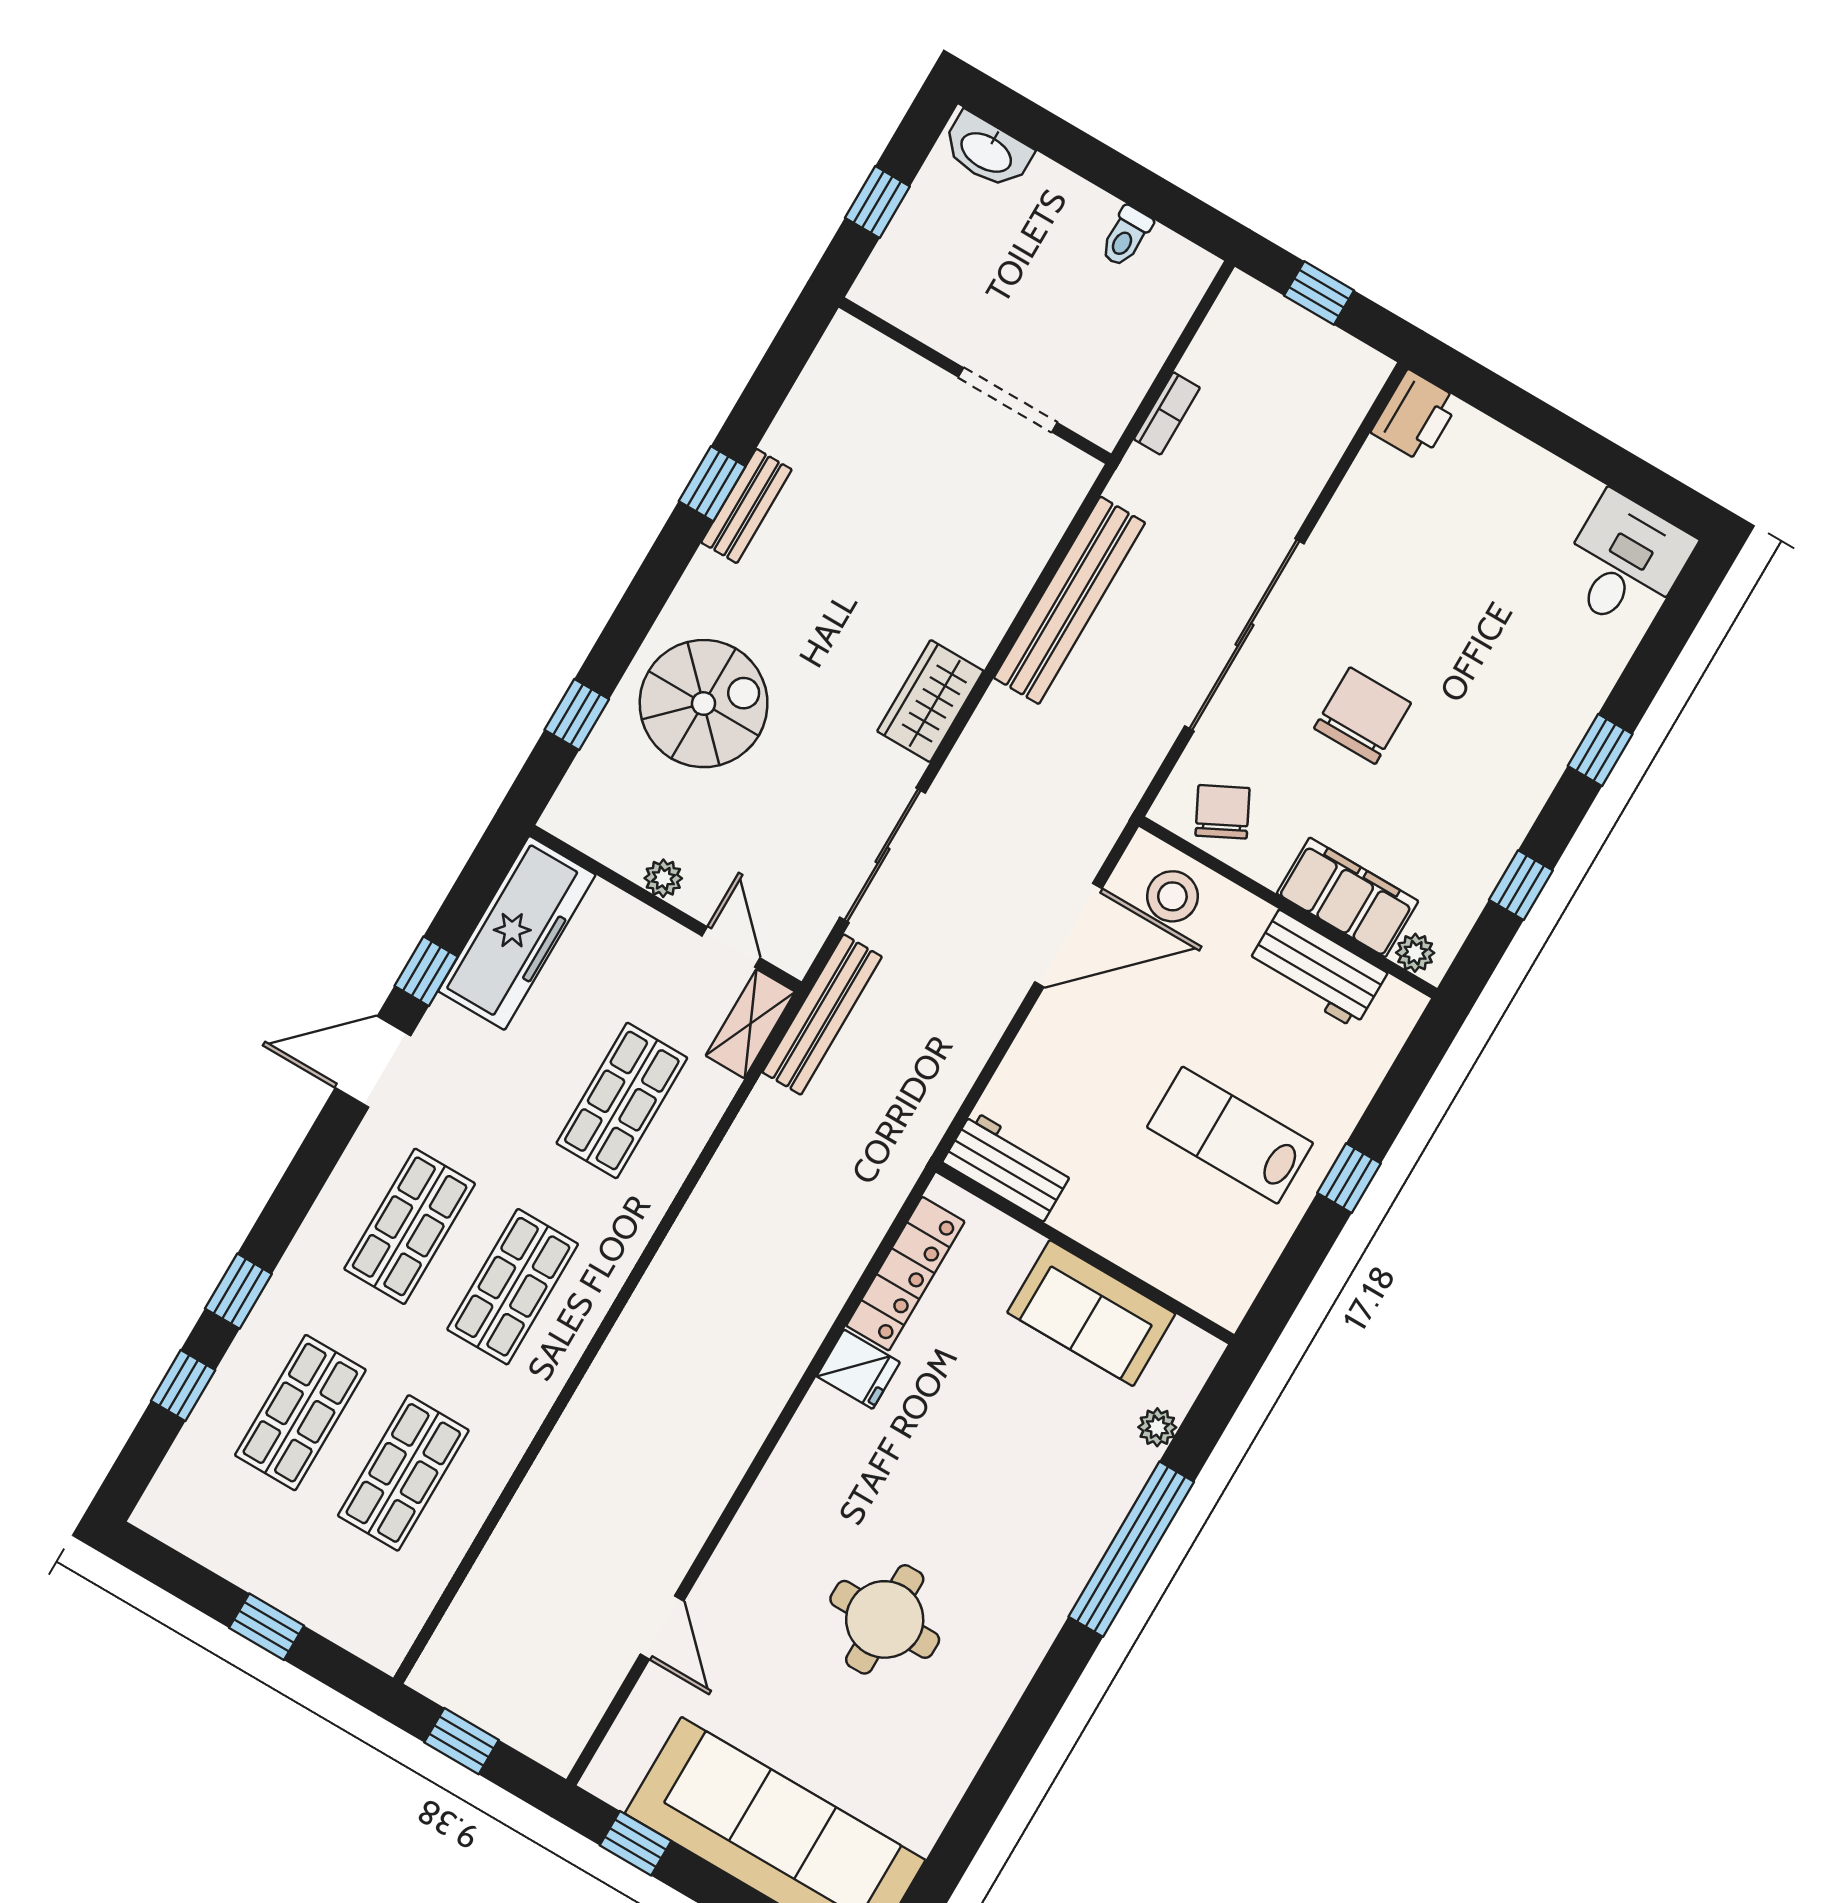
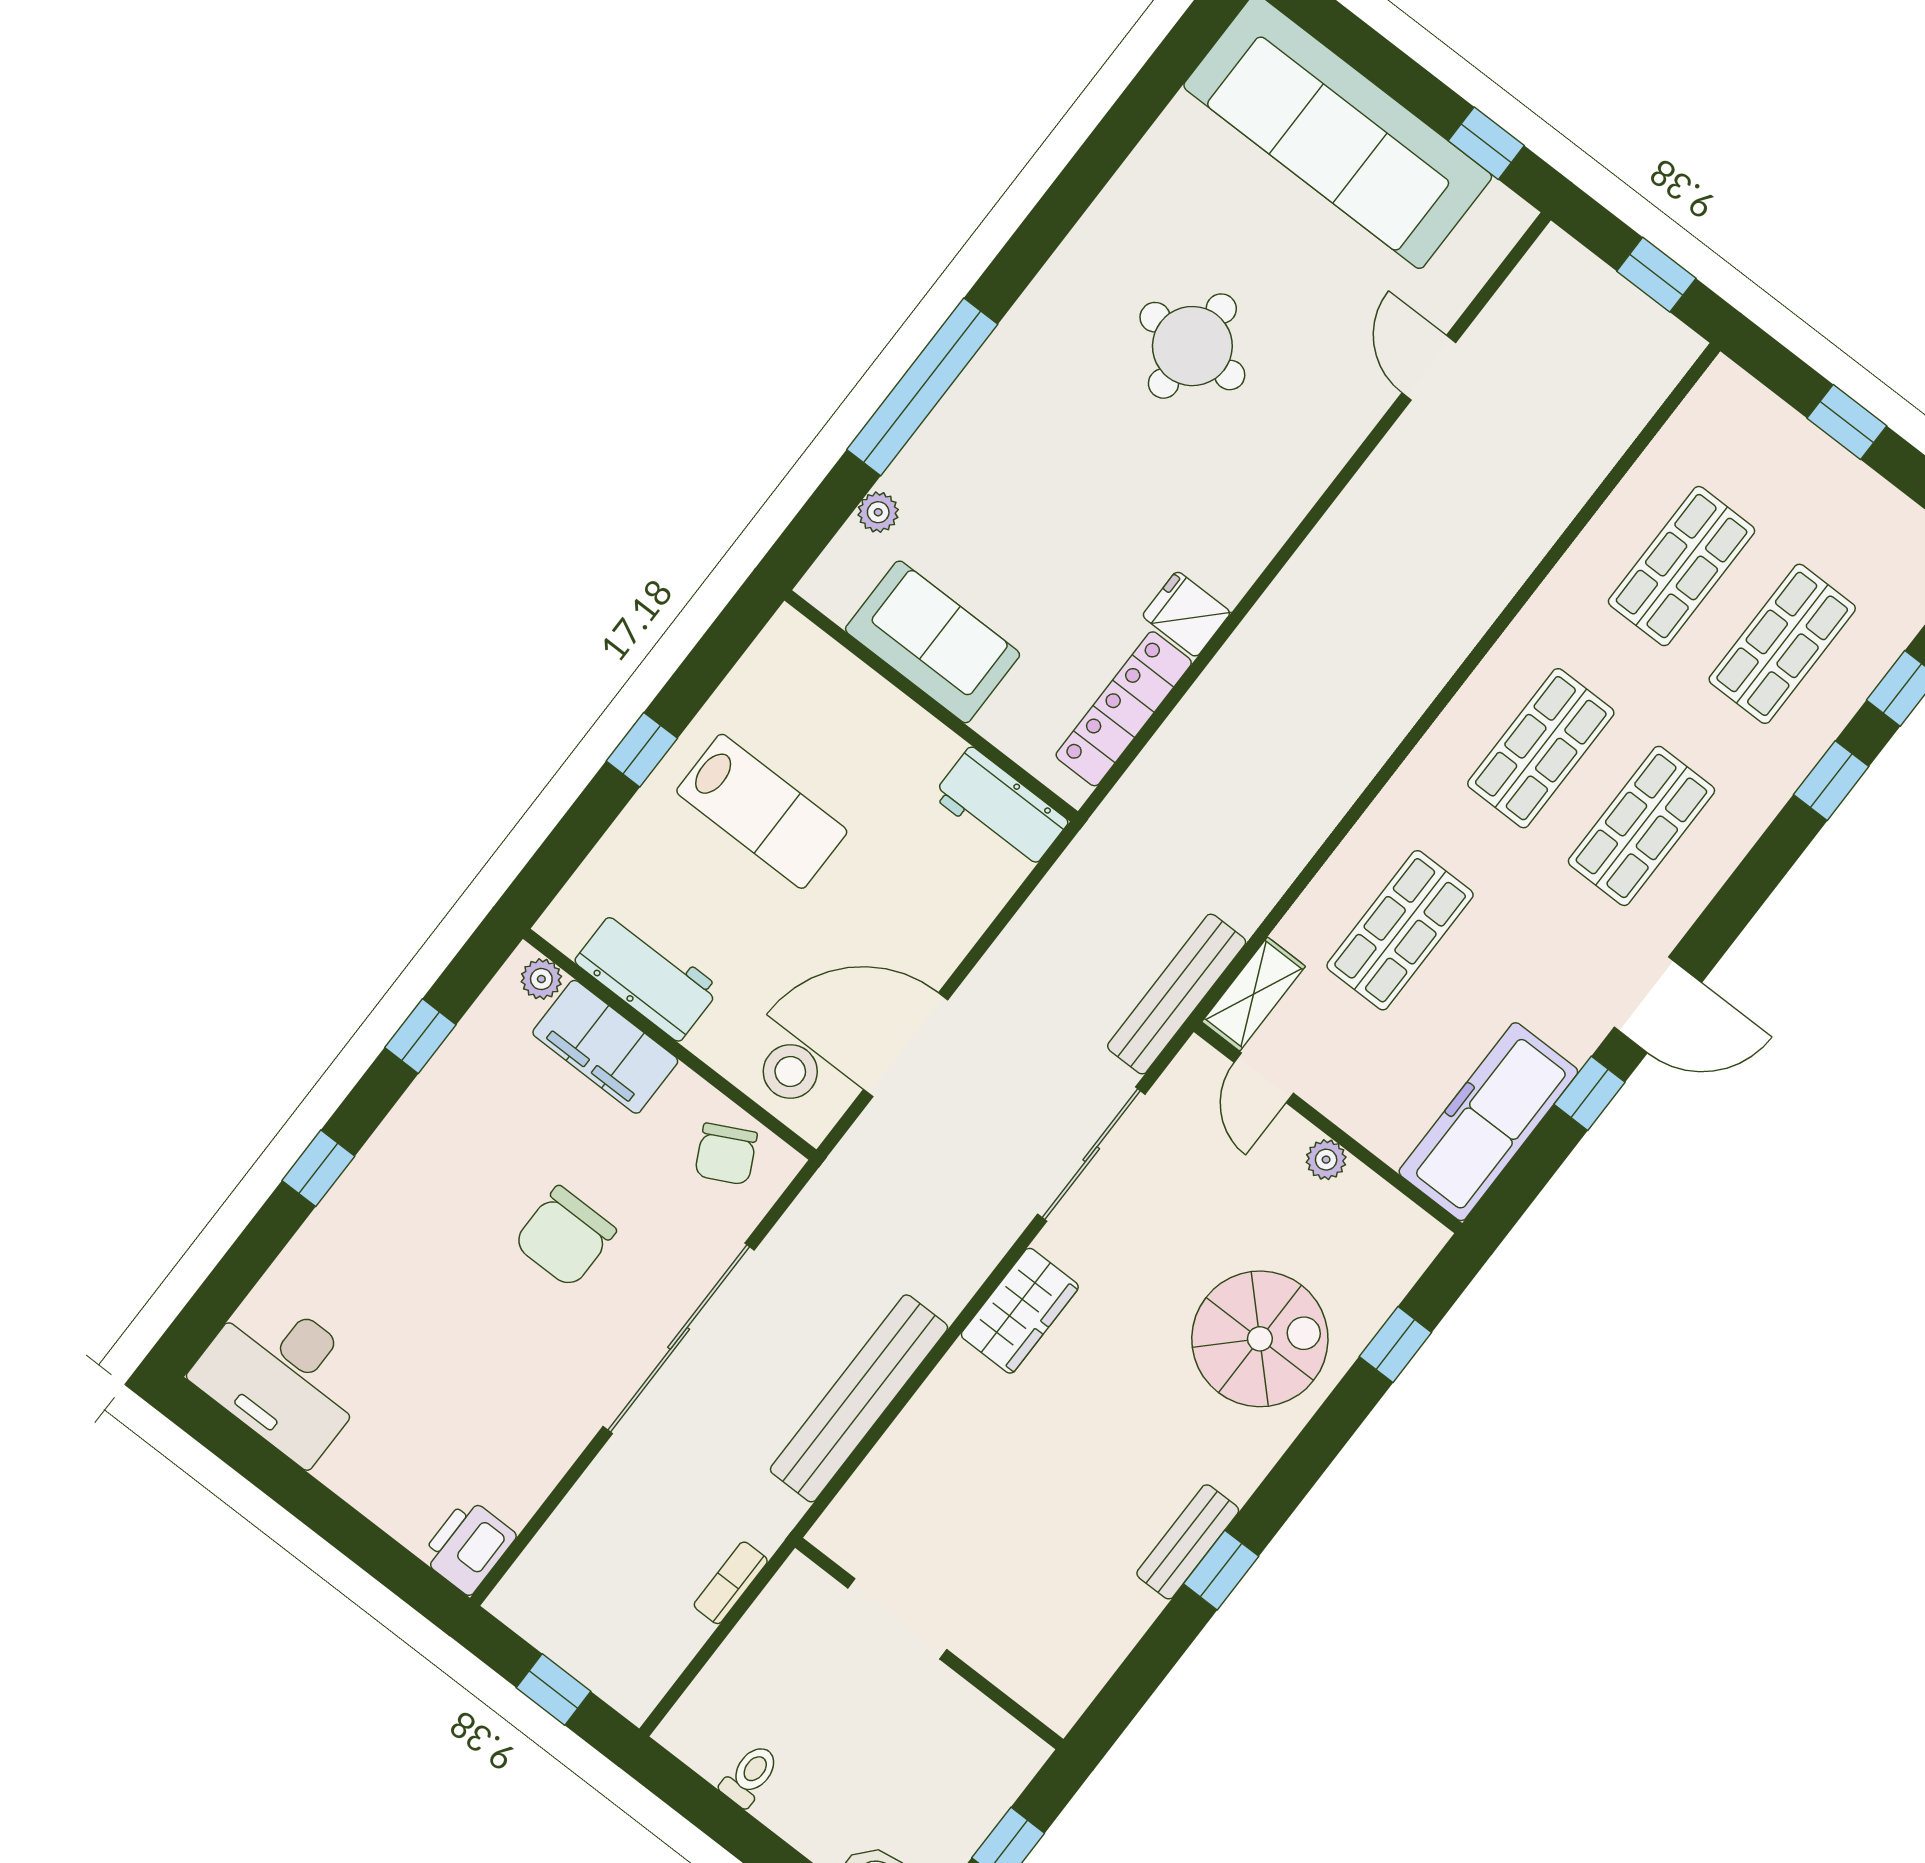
desk: (1625, 563) -> (284, 1376), width x1.37
spiral stairs: (704, 704) -> (1260, 1339), turned 180

